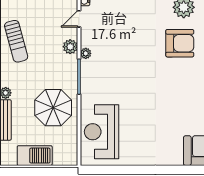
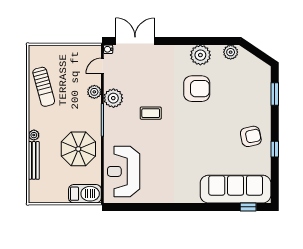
plant: (86, 53) -> (113, 98), width x1.88, depth x1.88
coffee table: (131, 69) -> (151, 113), added
barbecue: (35, 156) -> (85, 194), moved

